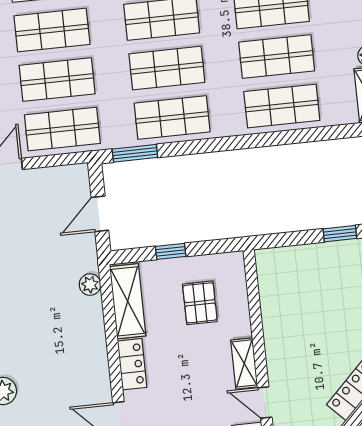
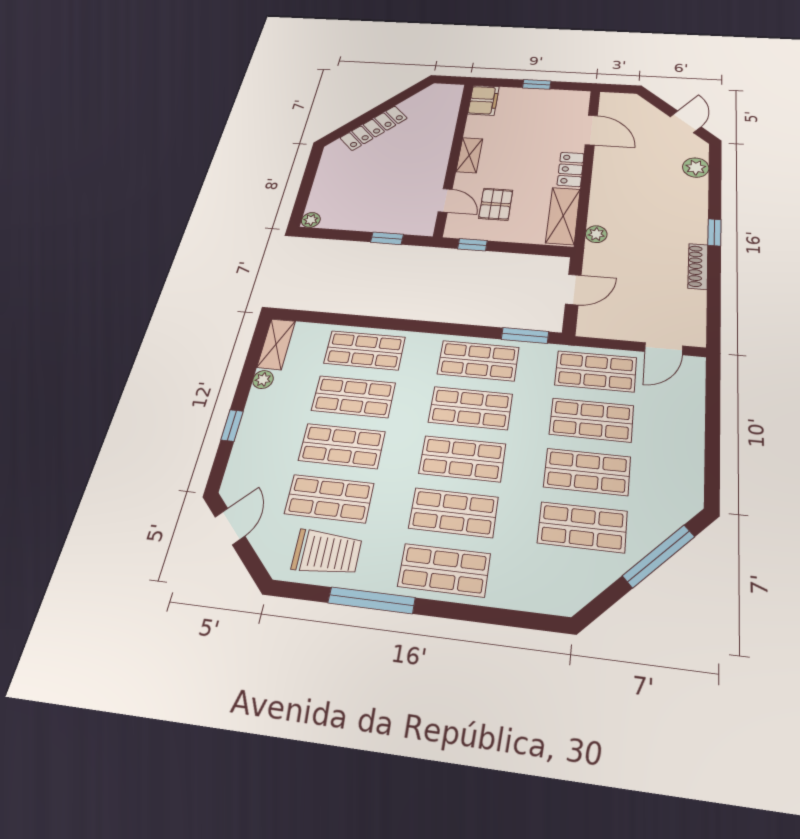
window: (340, 234) -> (387, 238), moved
window: (171, 251) -> (472, 245), moved
door: (265, 402) -> (445, 200), moved

